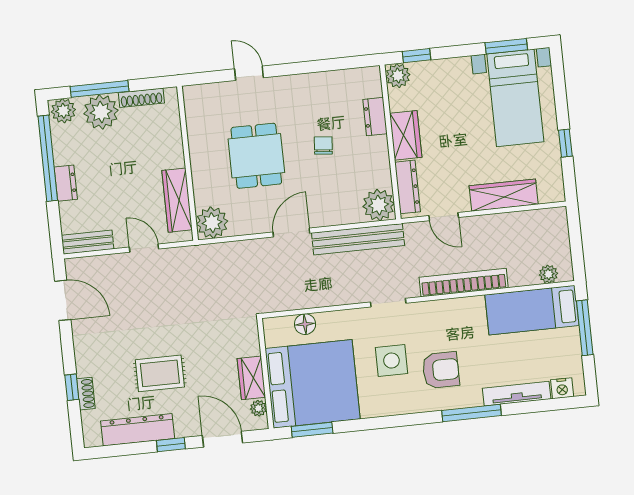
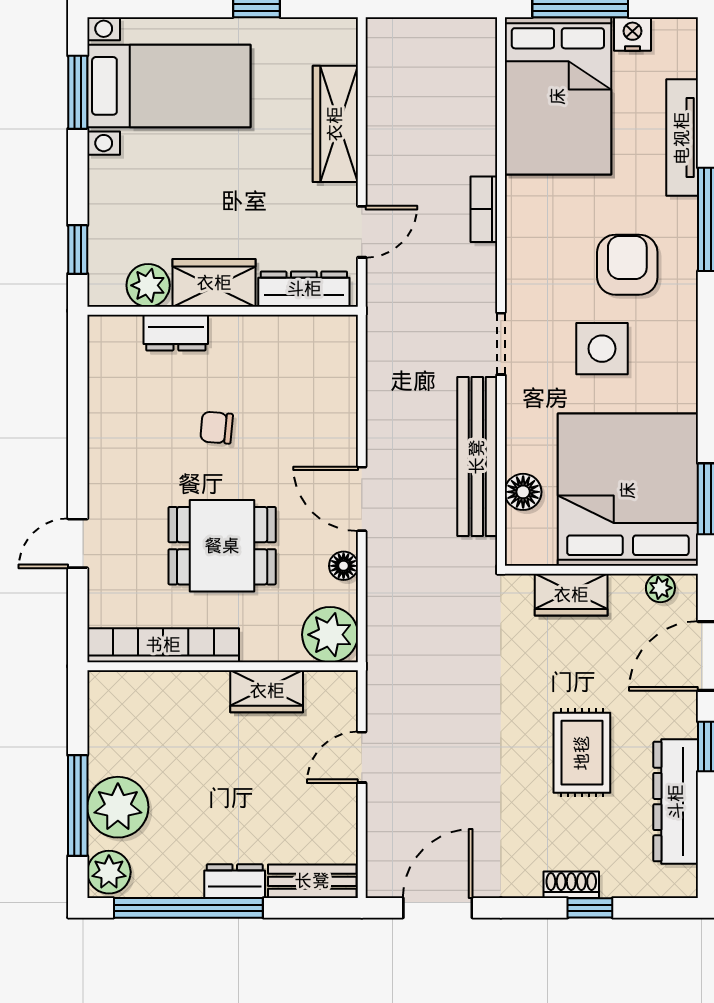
plant: (398, 76) -> (148, 285), moved
shoe rack: (141, 98) -> (101, 735), removed
bookcase: (196, 128) -> (163, 645), added
wardrobe: (177, 200) -> (267, 691), width x0.67
plant: (379, 205) -> (330, 343), removed
floor lamp: (252, 226) -> (344, 566), added
bench: (358, 239) -> (477, 457), moved
bench: (88, 242) -> (312, 881), moved, turned 90
plant: (548, 274) -> (481, 61), removed
bookcase: (464, 282) -> (484, 209), width x0.43, depth x0.76
bed: (532, 310) -> (558, 96), width x1.50
wardrobe: (251, 378) -> (571, 595), moved
nightstand: (562, 388) -> (633, 34), moved, turned -90
shoe rack: (86, 394) -> (571, 885), moved

